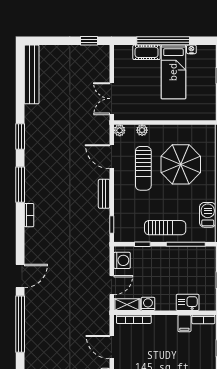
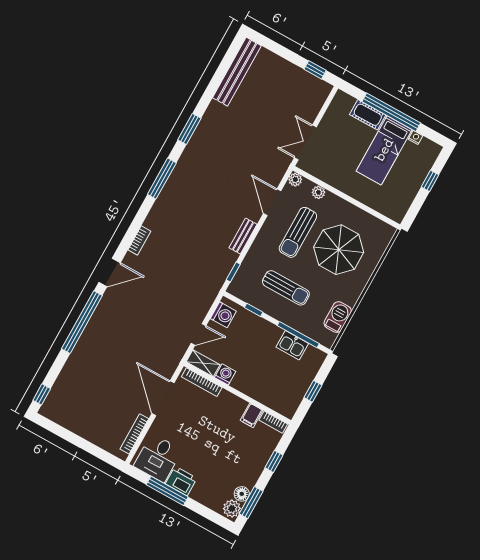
bookcase: (29, 215) -> (139, 240), moved
sun lounger: (165, 228) -> (286, 288), moved
kitchen sink: (188, 302) -> (292, 345), moved, turned 180
door: (112, 347) -> (163, 398), width x1.36

